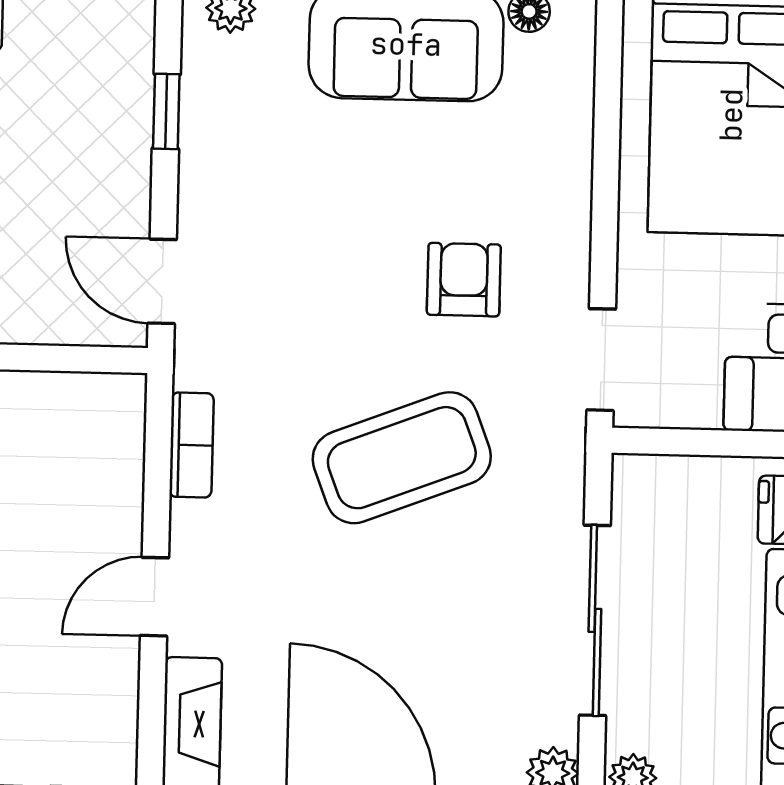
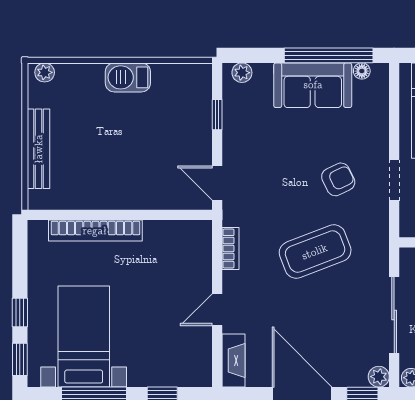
armchair: (464, 280) -> (338, 179), turned 64
doorway: (601, 360) -> (394, 180), moved

